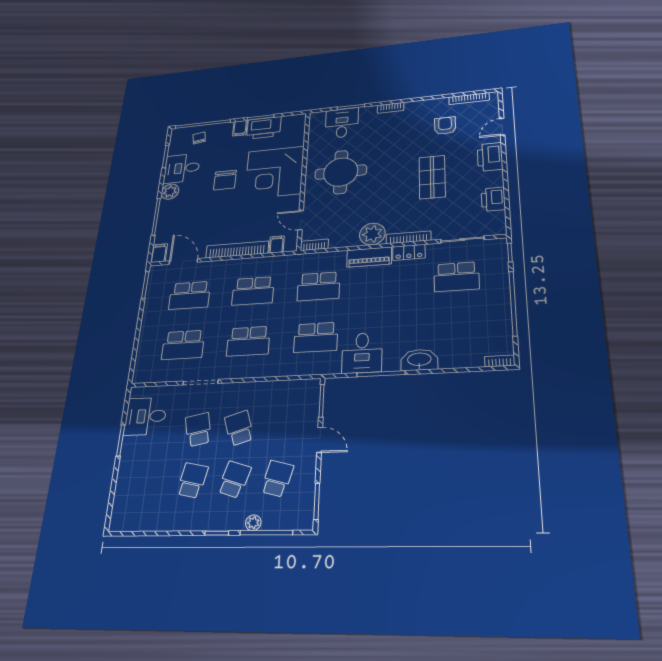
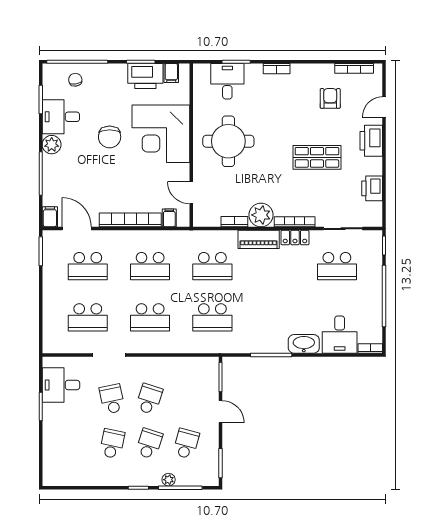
filing cabinet: (240, 128) -> (171, 73), moved
shop shelf: (432, 177) -> (317, 157), turned 90
bookcase: (314, 245) -> (234, 222), moved
desk: (362, 353) -> (340, 335), moved
school desk: (239, 428) -> (149, 399), turned 36

